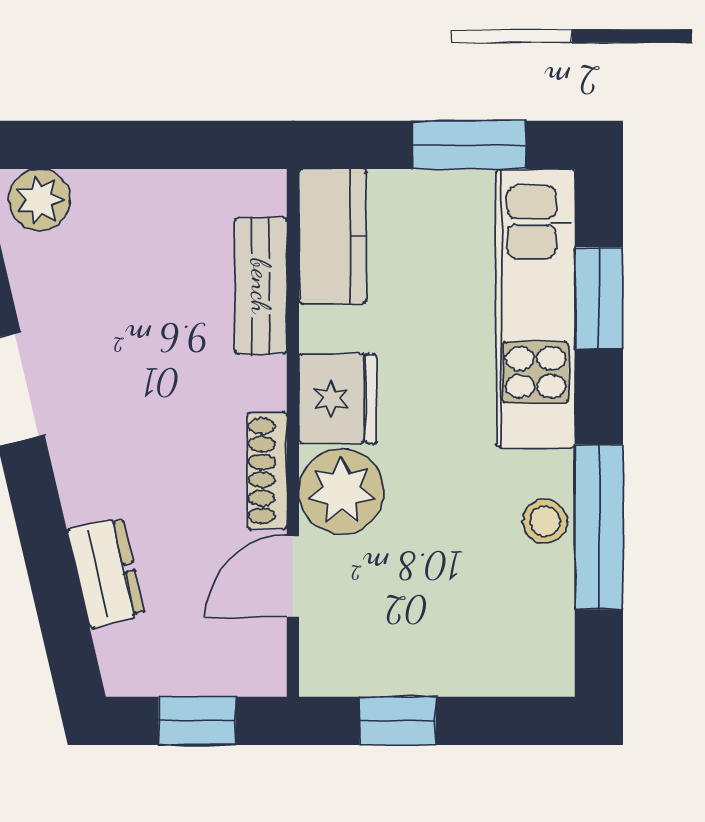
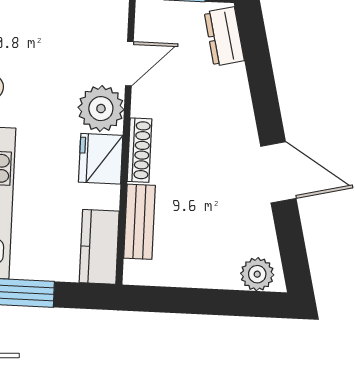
shoe rack: (267, 471) -> (139, 150), moved
dresser: (106, 572) -> (224, 36), moved

